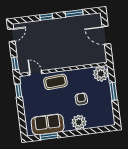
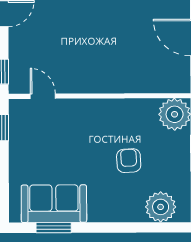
coffee table: (55, 82) -> (81, 119), removed
plant: (79, 122) -> (161, 207), moved

